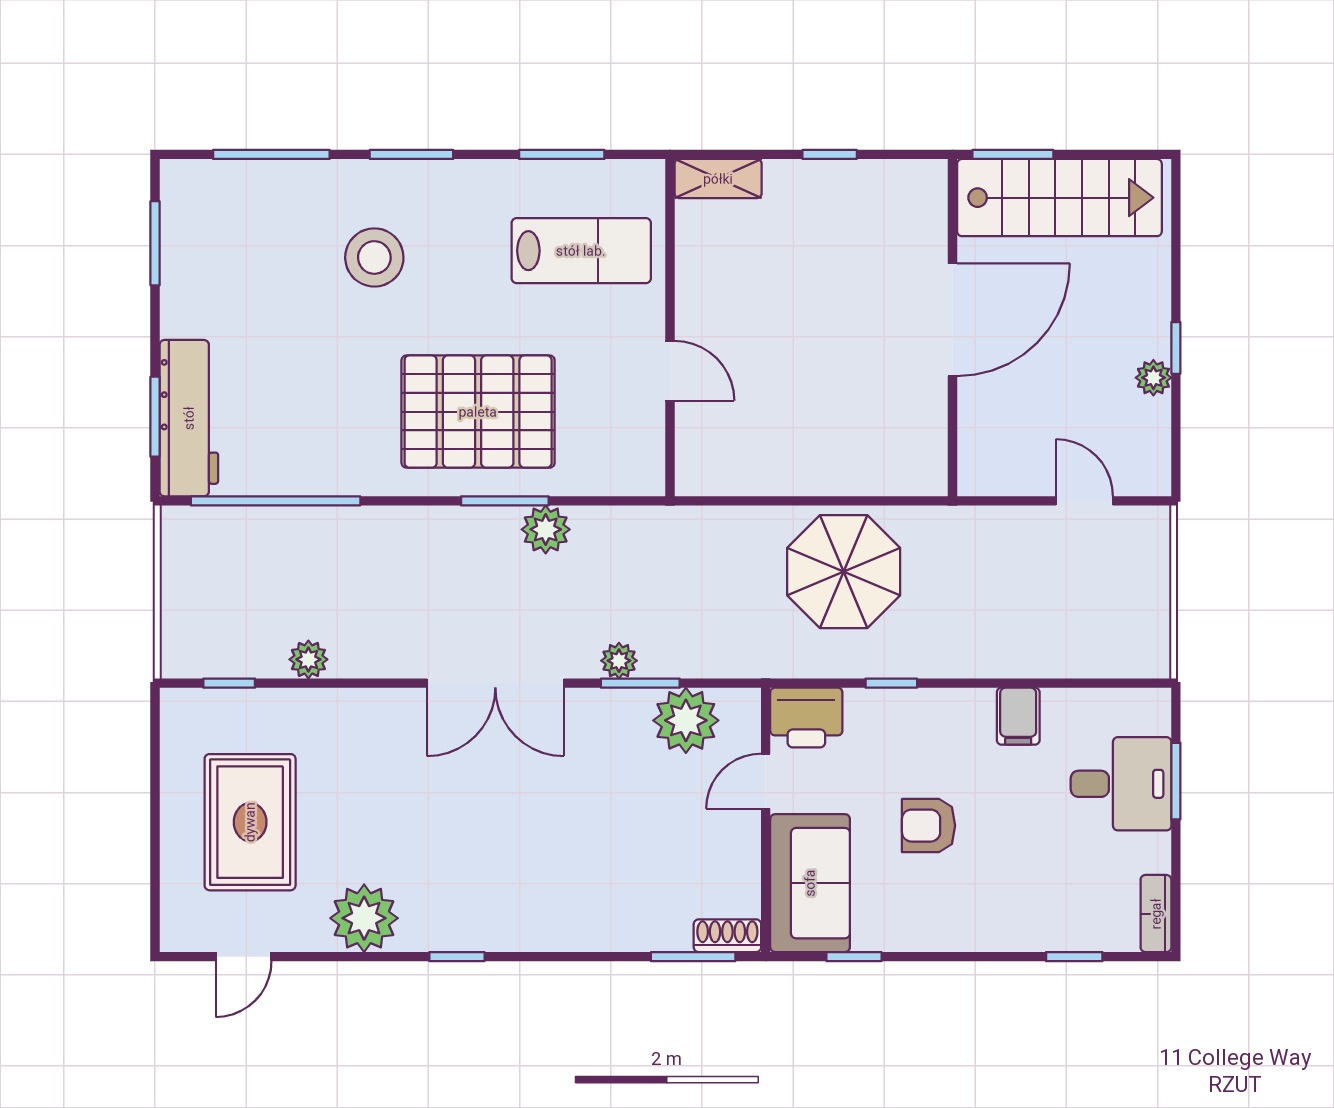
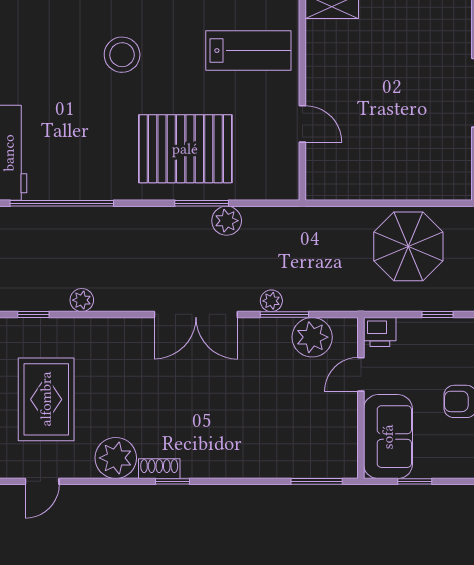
printer: (806, 718) -> (380, 332), width x0.73, depth x0.81
shoe rack: (727, 936) -> (159, 469), moved

